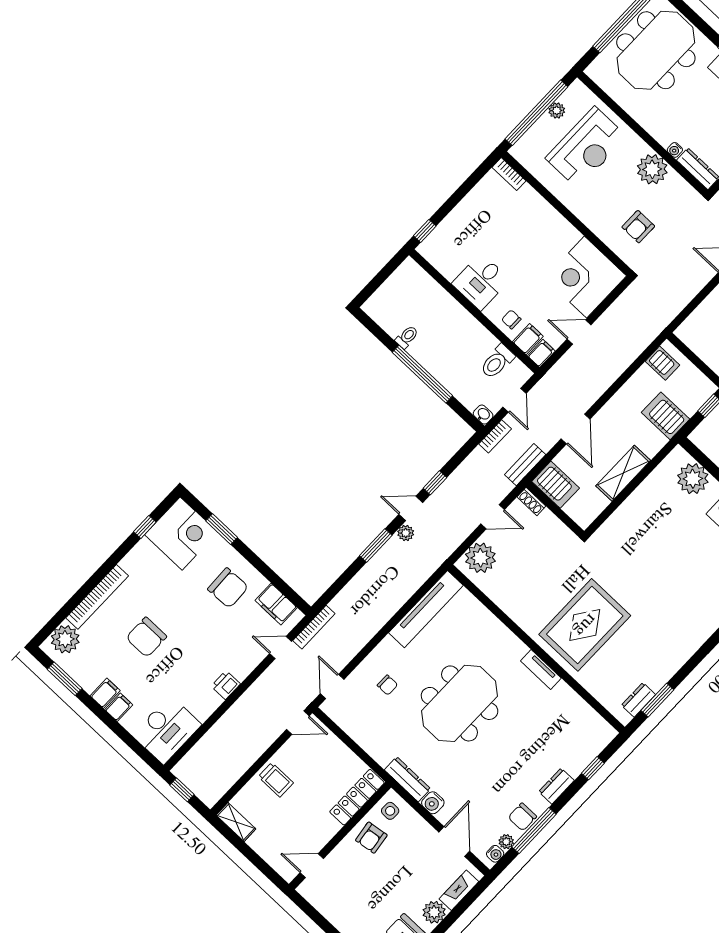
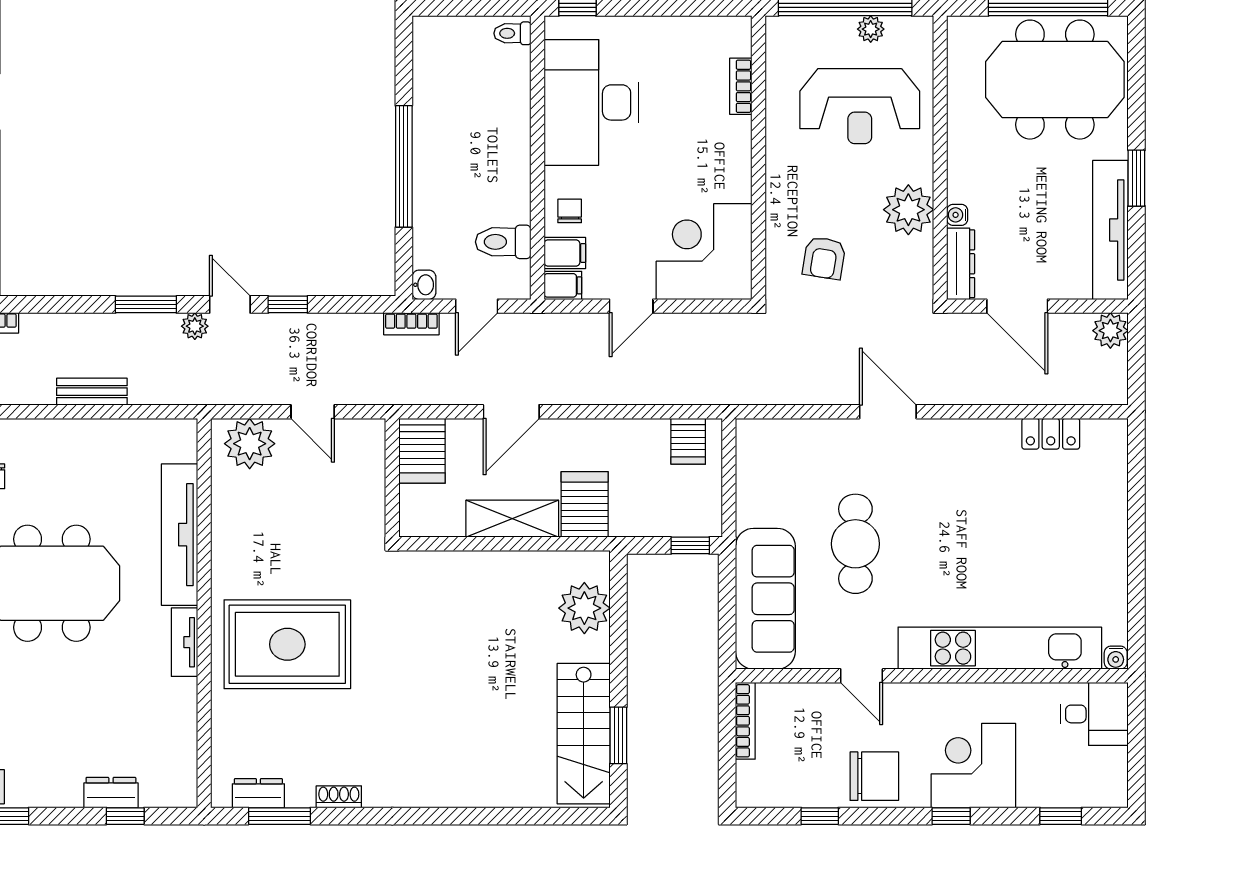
bookcase: (509, 174) -> (741, 86), moved
armchair: (638, 227) -> (824, 258), turned -81
desk: (481, 282) -> (591, 102), width x1.87, depth x1.30
door: (579, 332) -> (631, 306), swing flipped
toilet: (407, 337) -> (512, 33), moved, turned 180
server rack: (665, 416) -> (585, 504), moved
bench: (525, 465) -> (92, 392), moved
shoe rack: (531, 501) -> (339, 797), moved, turned 90
tv unit: (426, 609) -> (179, 535), moved, turned 90
dresser: (556, 786) -> (111, 793), moved

